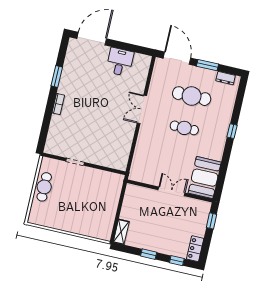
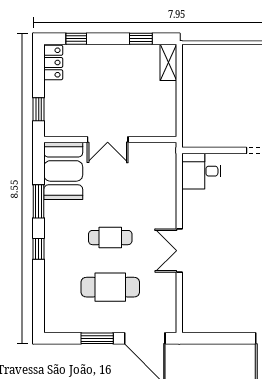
desk: (120, 62) -> (201, 171), moved, turned 90
dresser: (226, 78) -> (66, 325), removed
double door: (142, 109) -> (179, 251), swing flipped
window: (225, 162) -> (39, 201), added
window: (149, 254) -> (141, 39), moved

